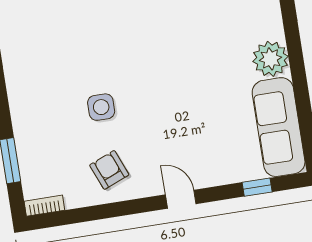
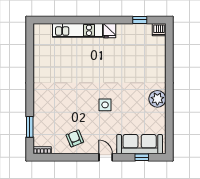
side table: (101, 107) -> (105, 105), moved
sofa: (279, 127) -> (140, 144), moved, turned 90

